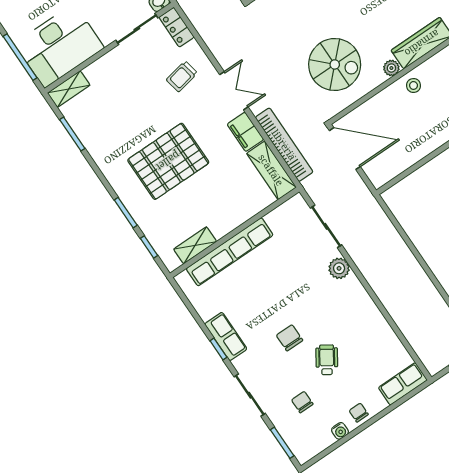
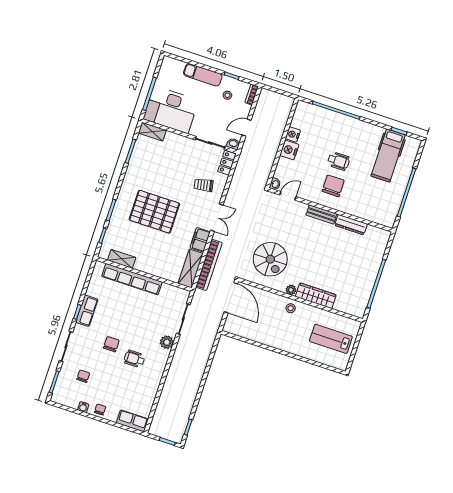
wheelchair: (327, 360) -> (134, 359), moved, turned -123

